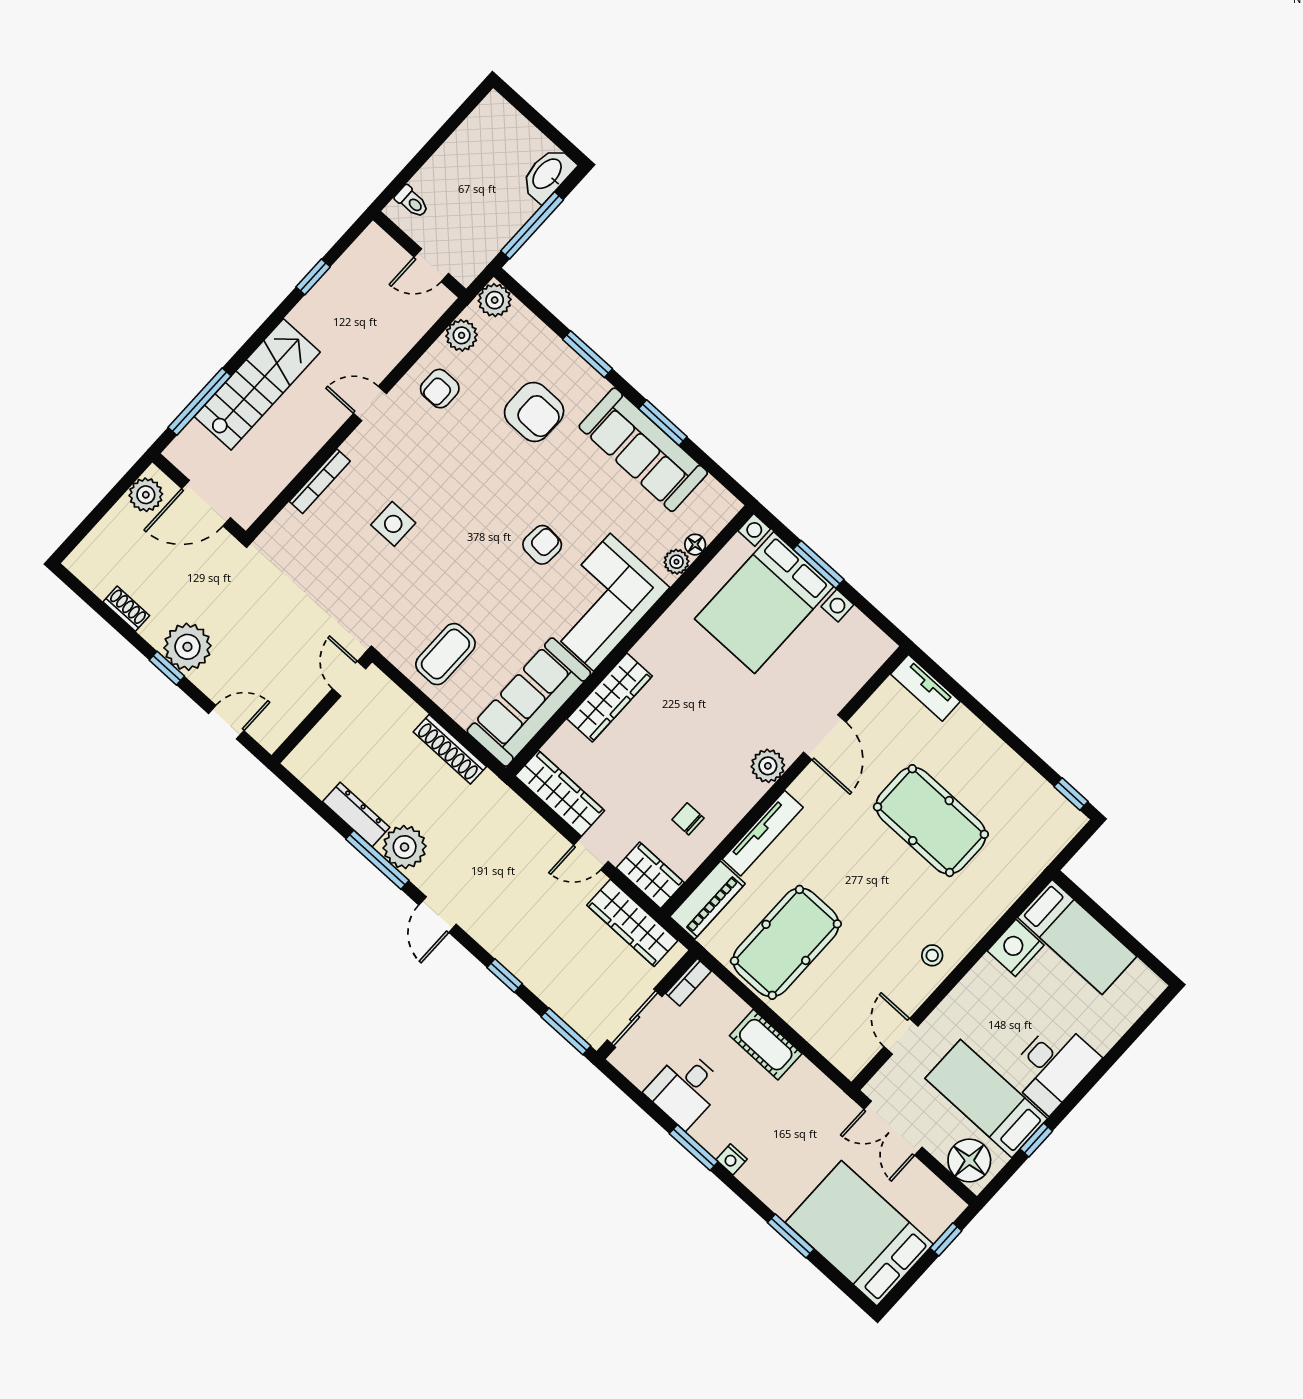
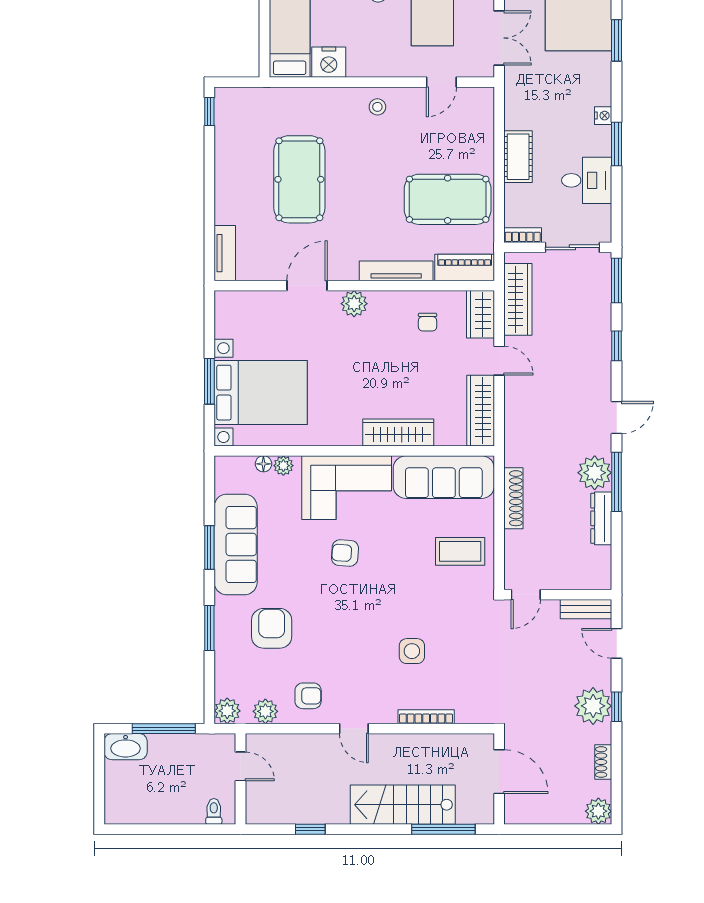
plant: (146, 495) -> (598, 811), moved
bench: (284, 723) -> (586, 609), added

